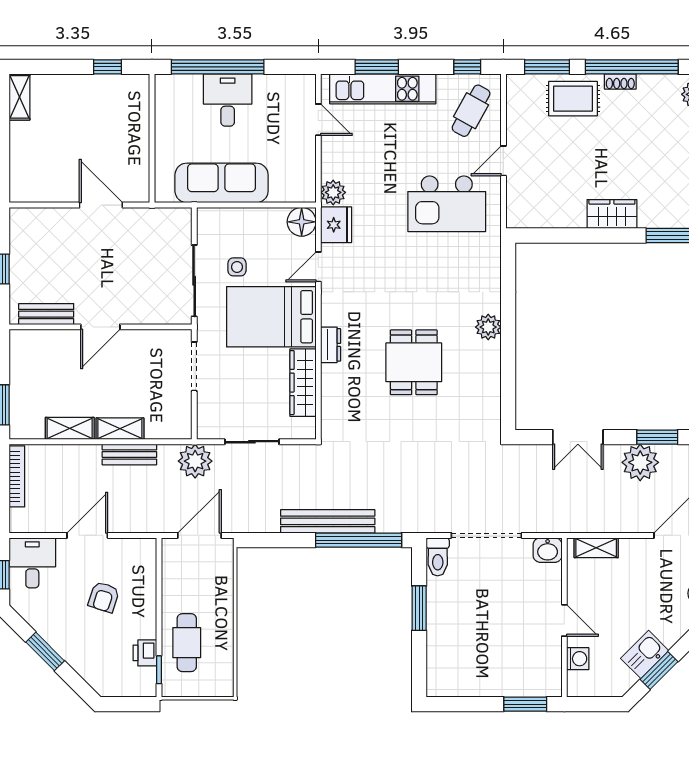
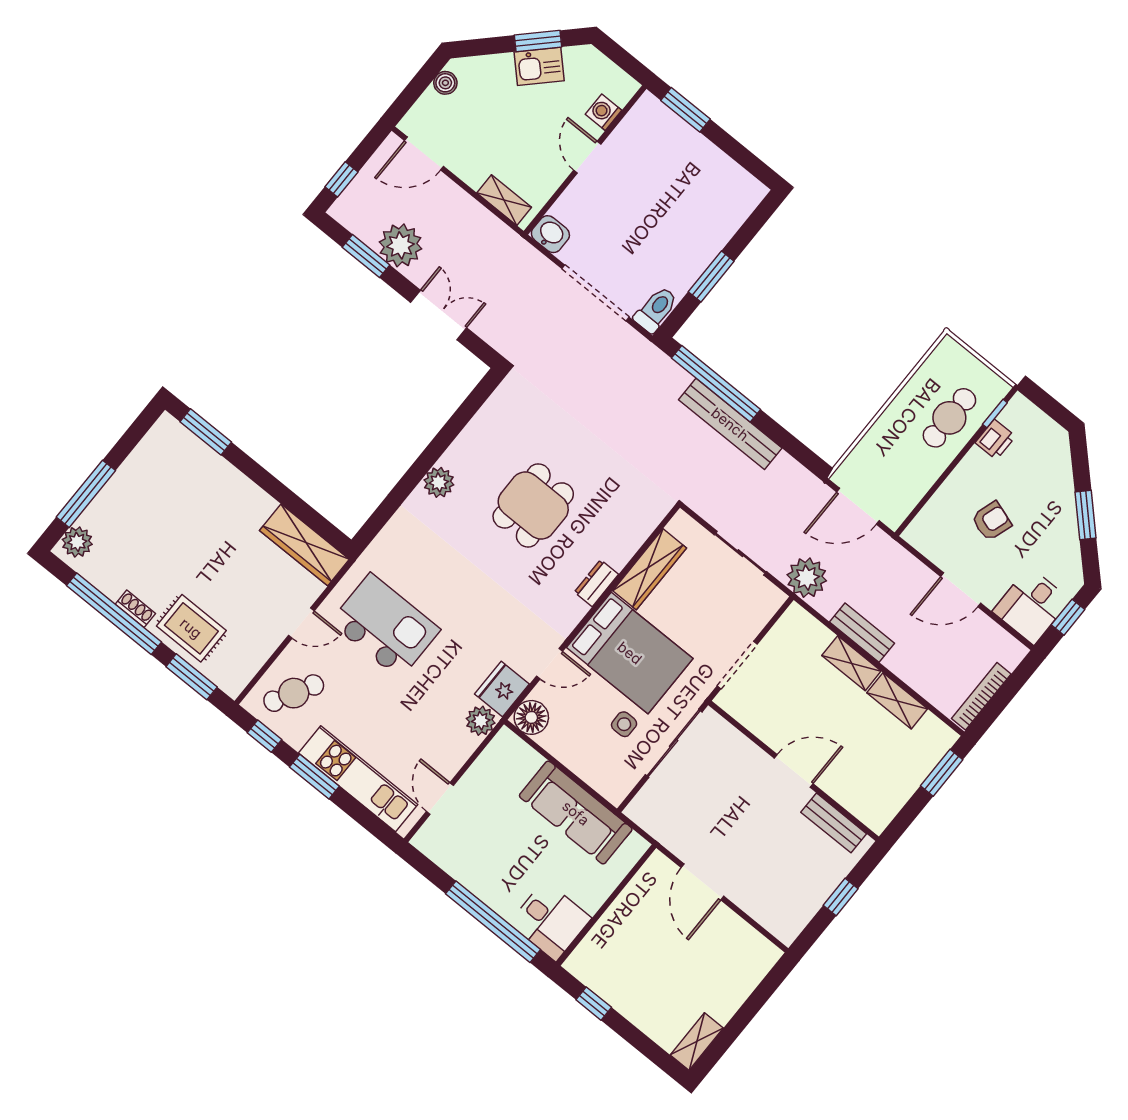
window: (377, 67) -> (314, 777), moved
desk: (228, 100) -> (550, 921), moved, turned -90
wardrobe: (612, 214) -> (304, 545), moved, width x1.50

